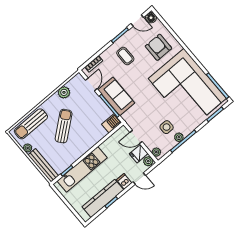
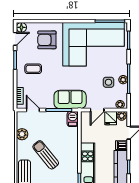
sofa: (116, 96) -> (70, 99), moved

